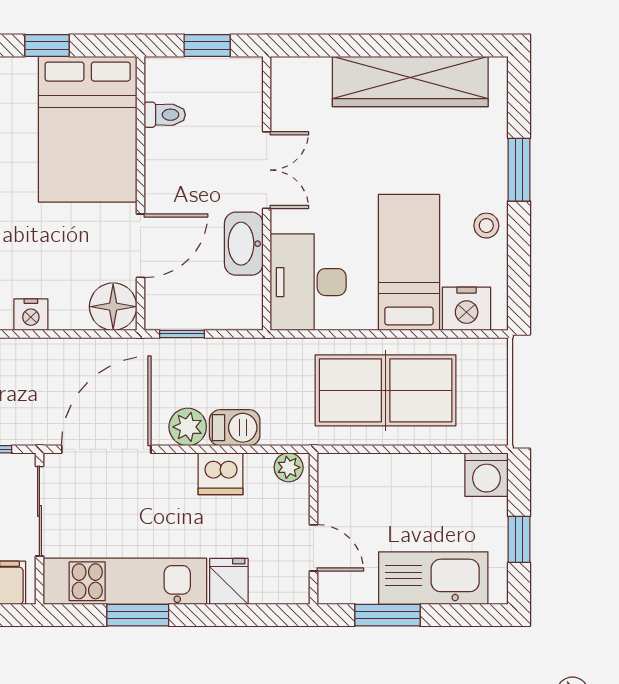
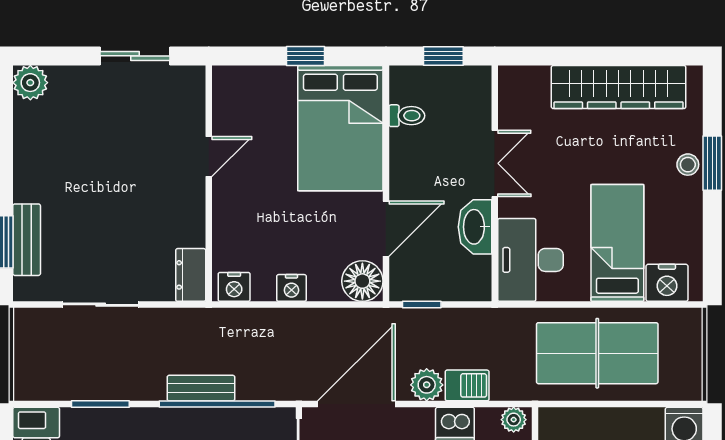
stool: (486, 226) -> (688, 165), moved

